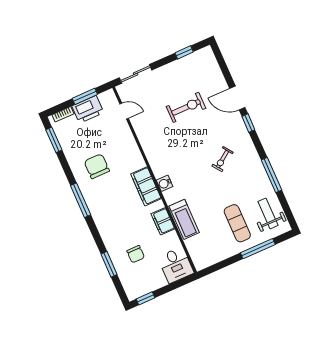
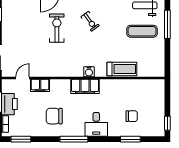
exercise bike: (186, 107) -> (57, 28), moved
filing cabinet: (163, 221) -> (40, 85), moved
desk: (176, 265) -> (96, 124), moved, turned 90

